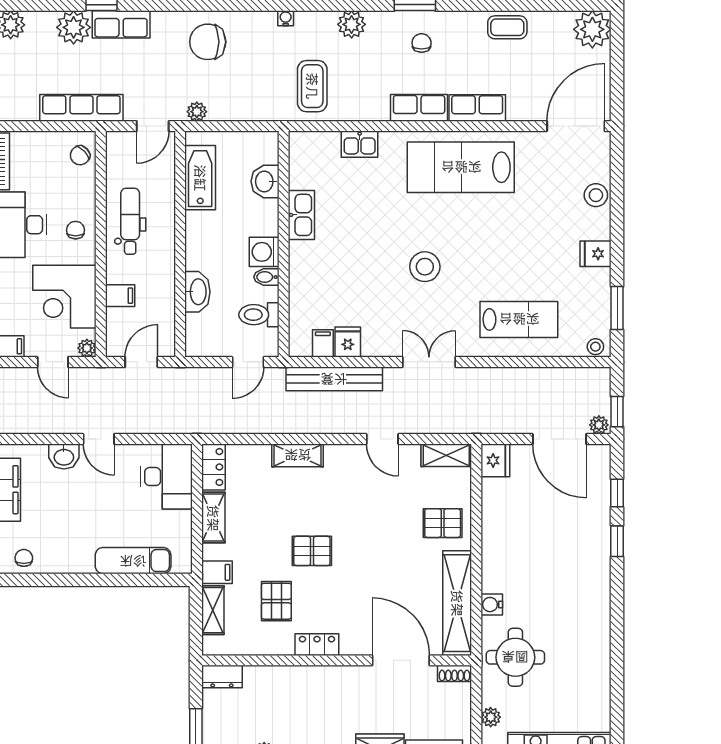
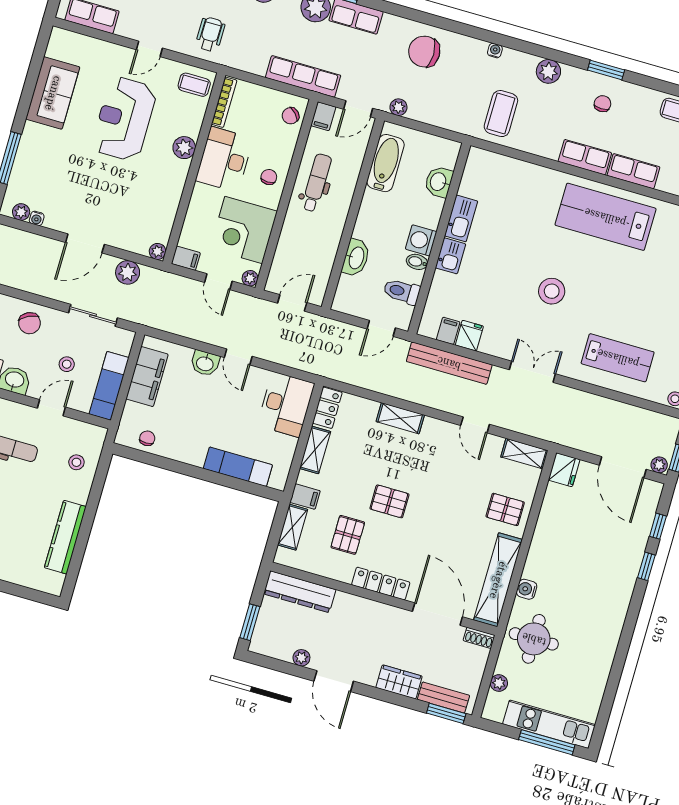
kitchen sink: (360, 144) -> (451, 256), moved, turned -90
filing cabinet: (120, 296) -> (323, 116), moved, turned 90
locker: (317, 645) -> (381, 584), width x1.53
dresser: (222, 677) -> (300, 592), width x1.96, depth x1.24

